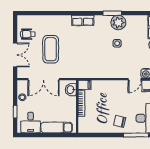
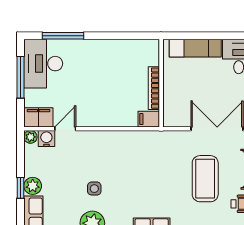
washbasin: (71, 90) -> (172, 111), removed
chair: (120, 121) -> (90, 58), removed

